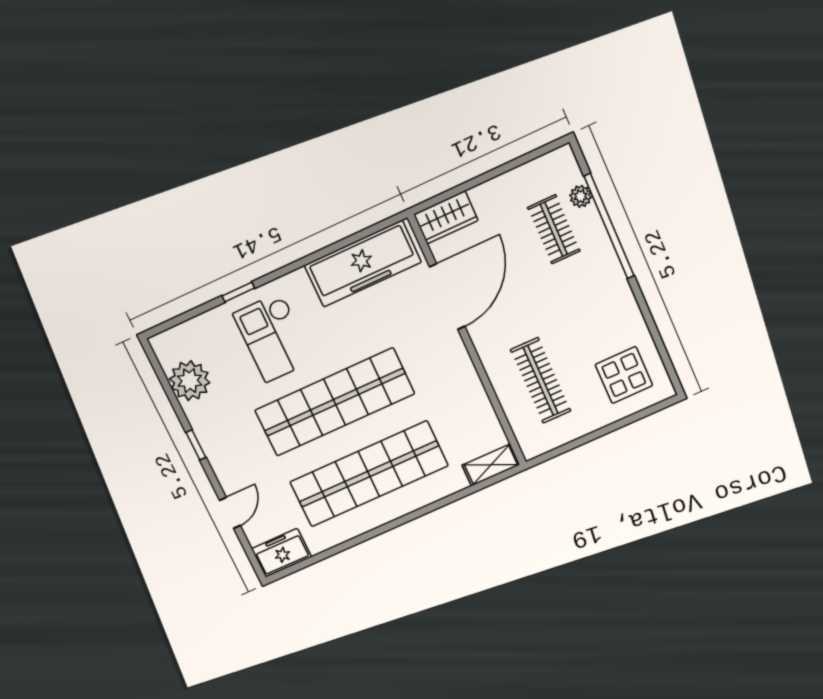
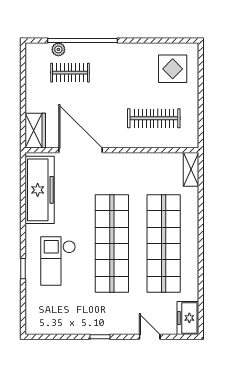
checkout: (273, 337) -> (58, 261), turned 90
plant: (190, 381) -> (61, 322), removed

